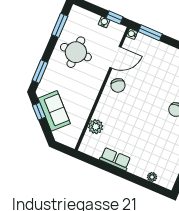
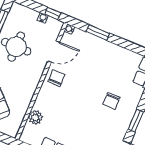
window: (150, 33) -> (98, 32), moved
chair: (118, 85) -> (56, 78), turned -146

